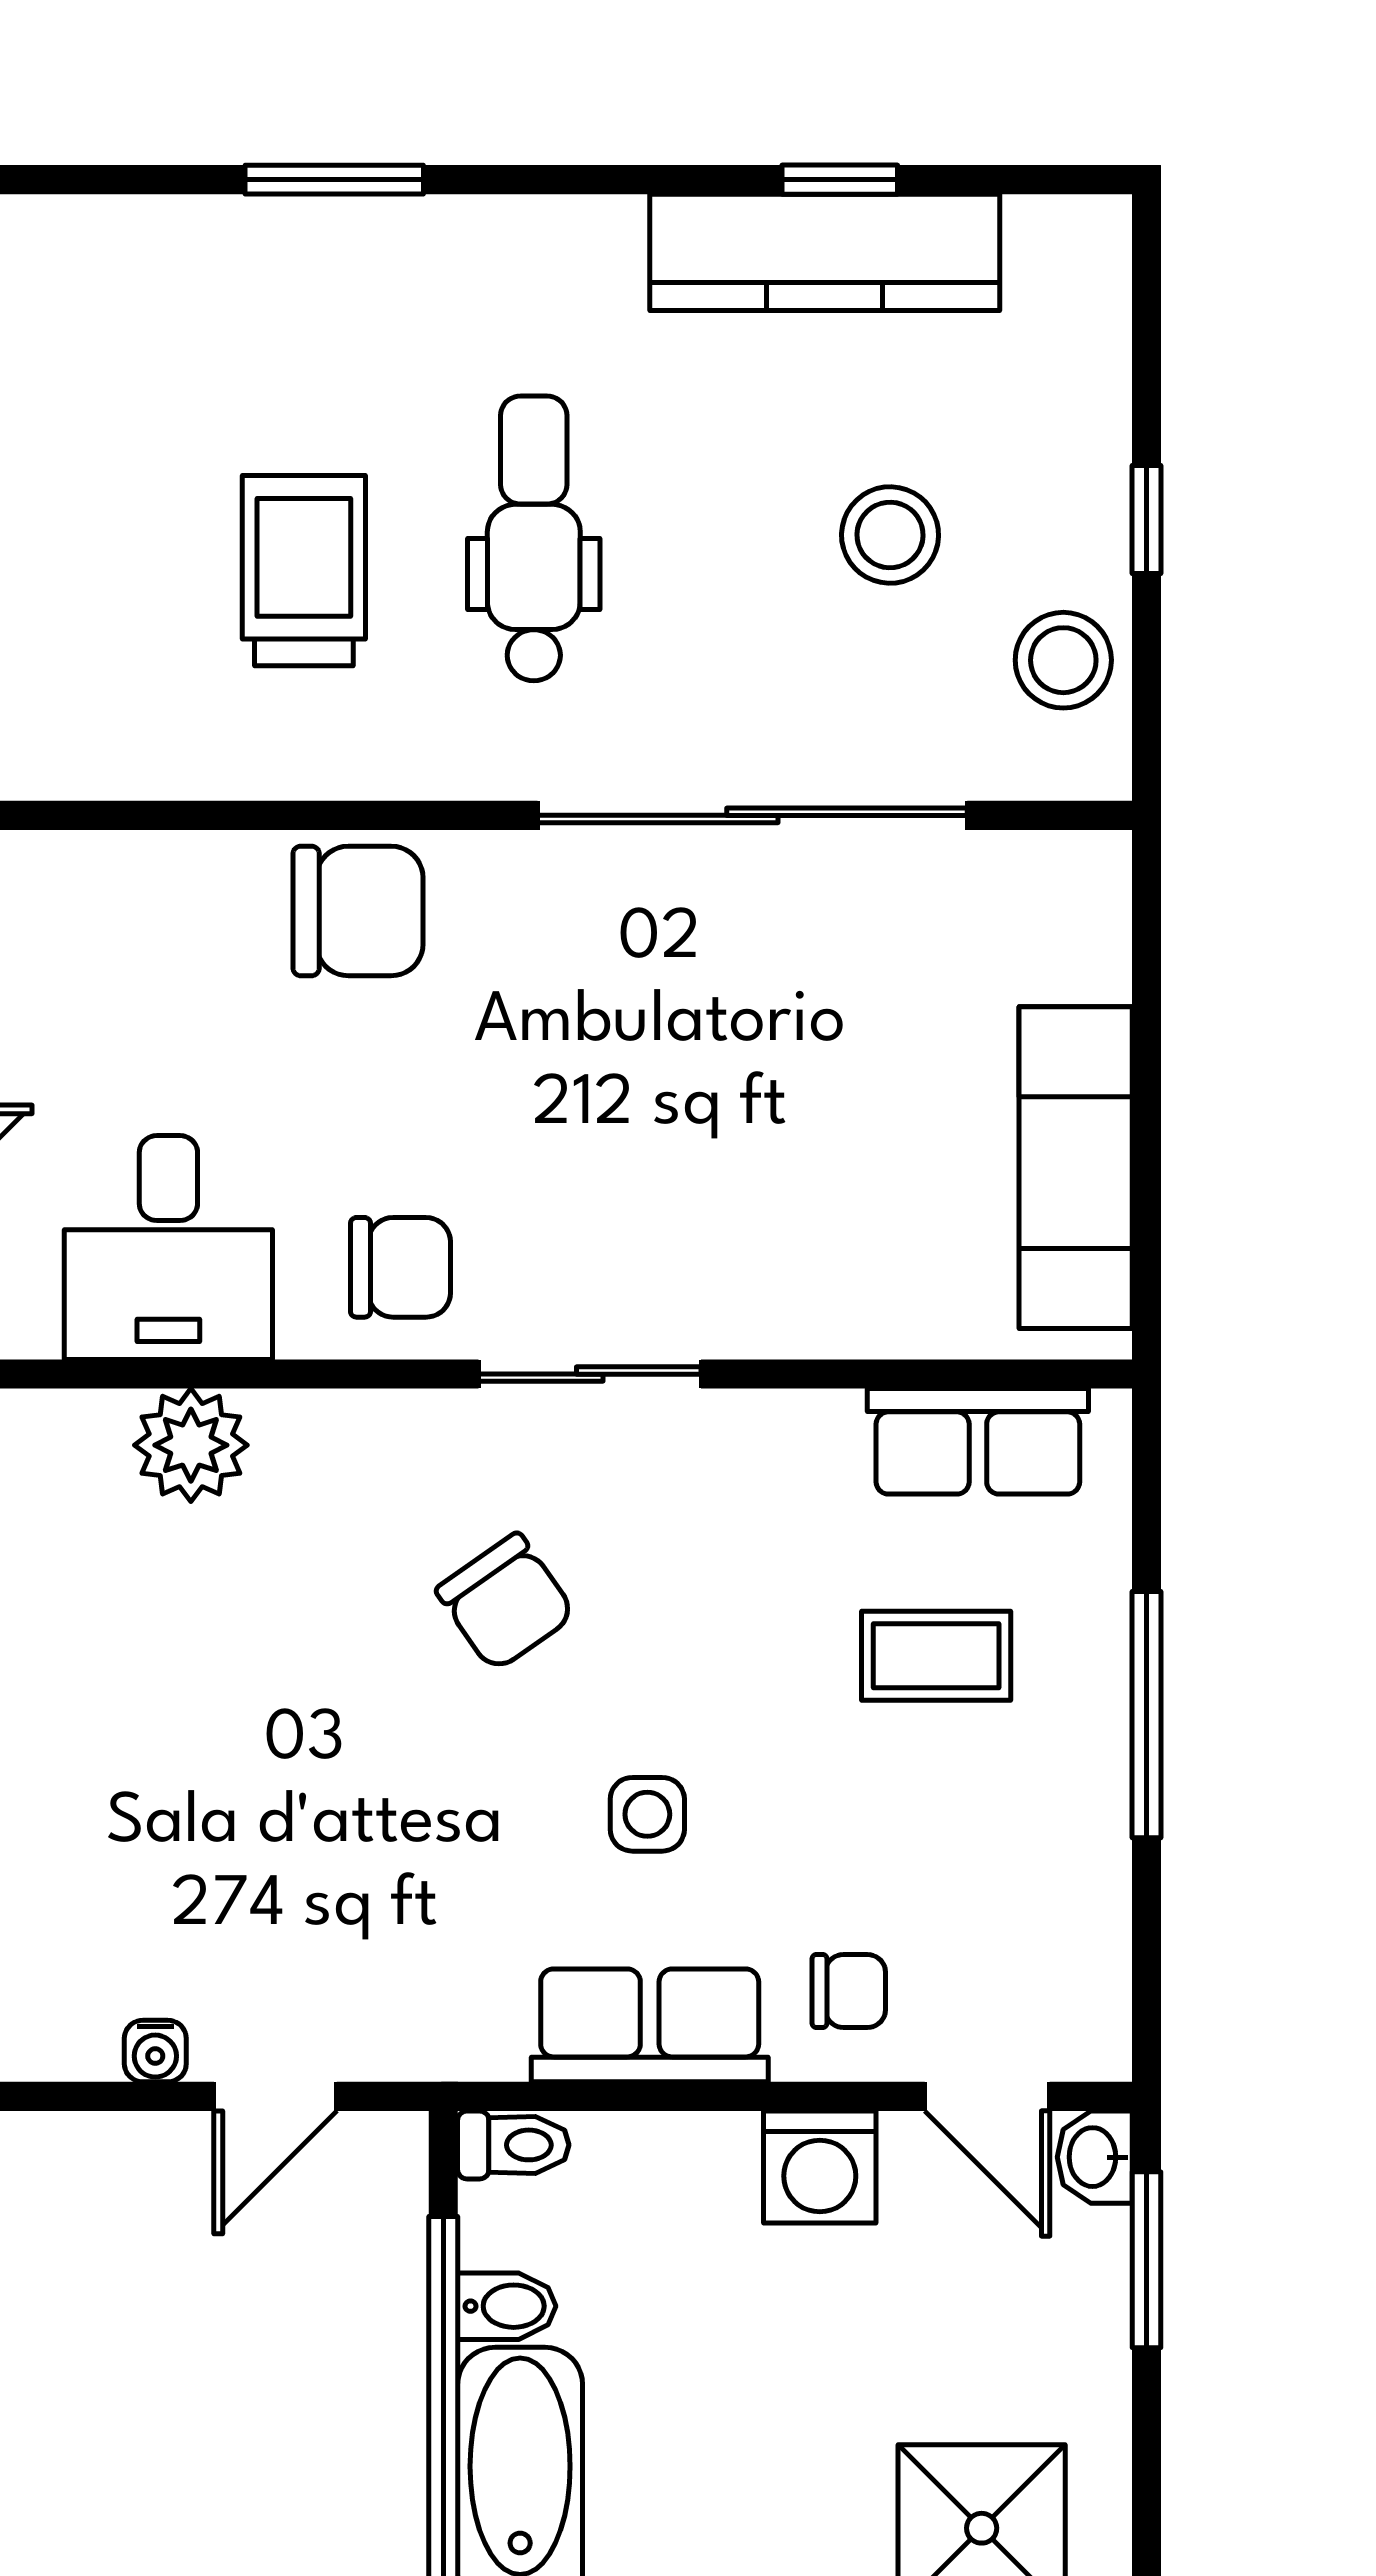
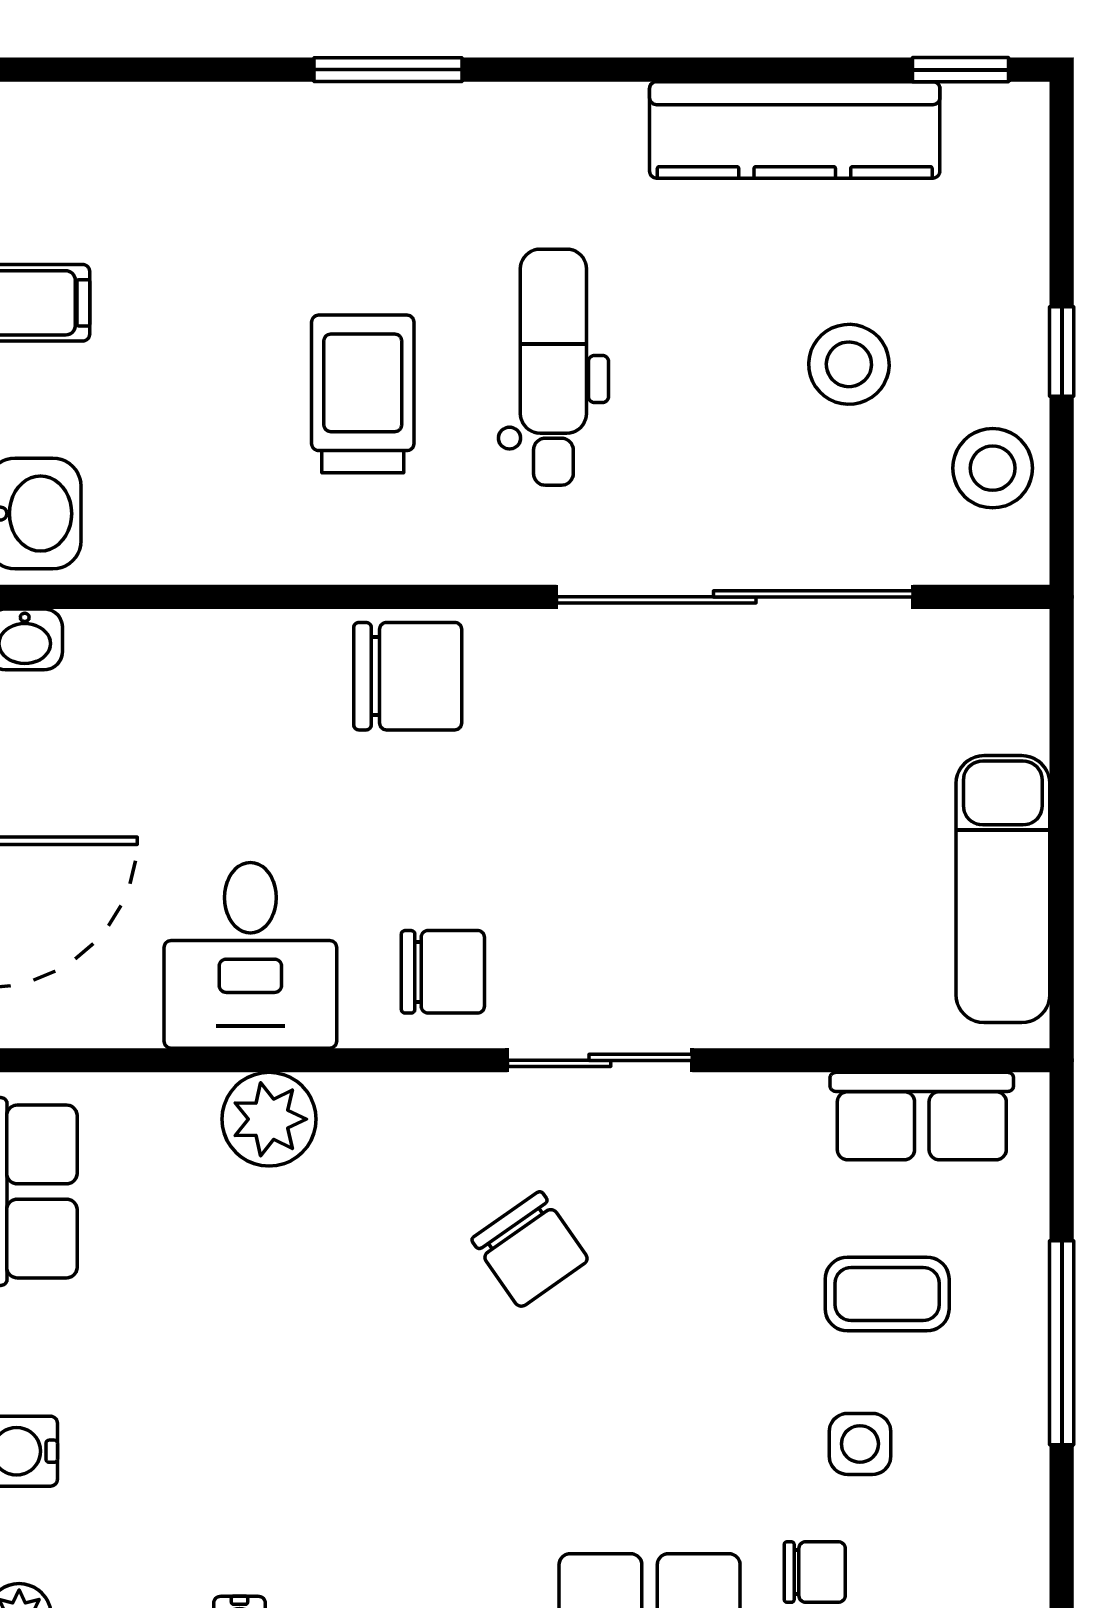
window: (840, 180) -> (961, 70), moved
side table: (647, 1814) -> (860, 1444), moved

